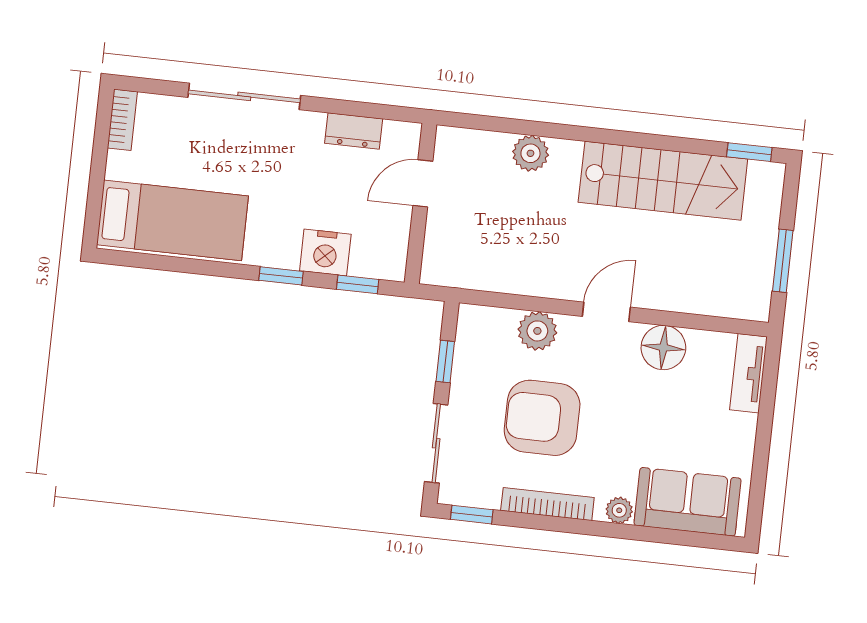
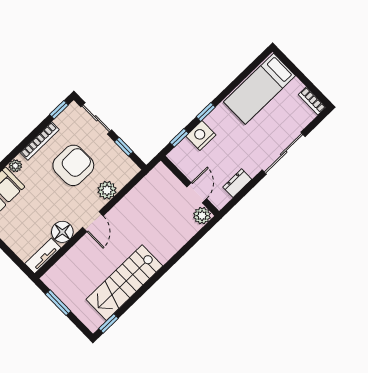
plant: (530, 153) -> (202, 216), moved
tv unit: (749, 373) -> (43, 256), moved, turned -90

